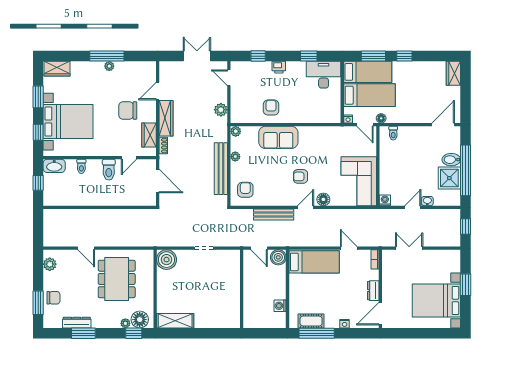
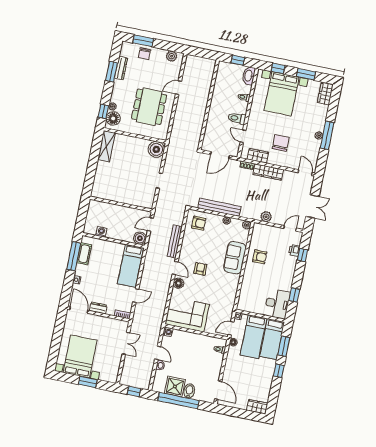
printer: (279, 67) -> (294, 250), moved
door: (158, 91) -> (305, 173), moved
dining table: (117, 279) -> (149, 107), turned 90

